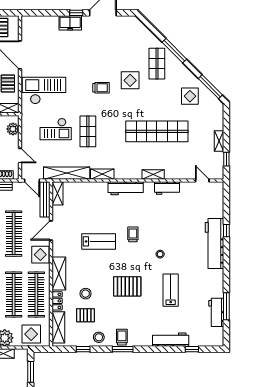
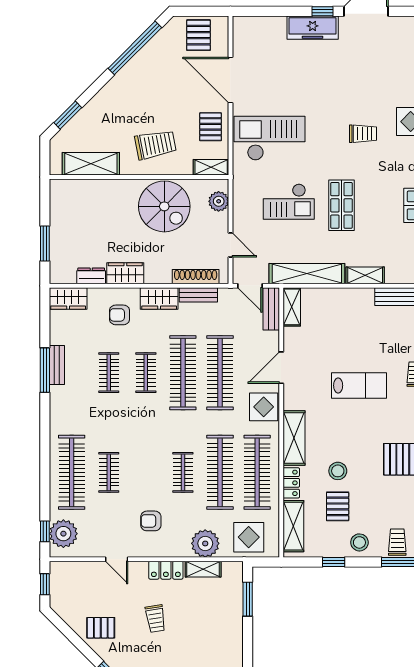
freezer: (70, 23) -> (313, 28), width x1.40
bench: (45, 199) -> (271, 309), width x0.73
pallet: (85, 315) -> (338, 506), turned 90

